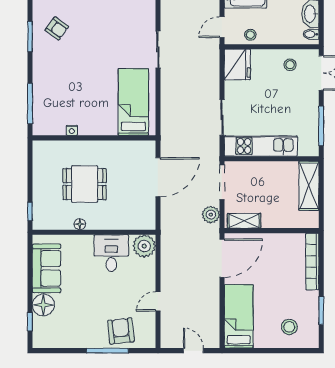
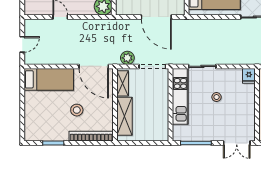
fridge: (237, 64) -> (249, 76), width x0.53, depth x0.75
stool: (290, 65) -> (217, 97), moved
shelving: (309, 186) -> (124, 116), moved, turned 90
stool: (289, 327) -> (77, 110), moved

